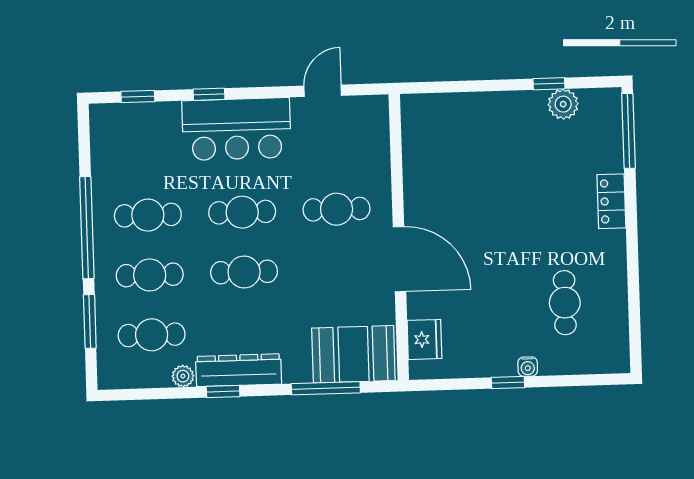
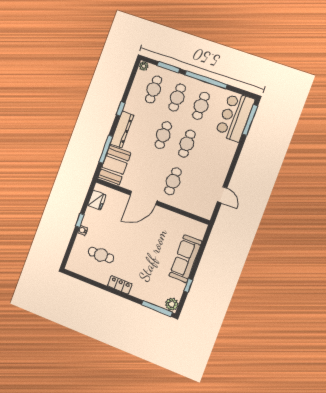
window: (209, 94) -> (239, 149), removed
window: (138, 97) -> (250, 120), width x2.17
plant: (563, 104) -> (172, 304), moved
sofa: (494, 113) -> (185, 259), added
bar counter: (236, 129) -> (235, 117), moved
locker: (611, 201) -> (120, 285), moved
fridge: (424, 339) -> (97, 200), moved, turned -90
dresser: (239, 370) -> (122, 130), moved
plant: (183, 376) -> (144, 66), moved

